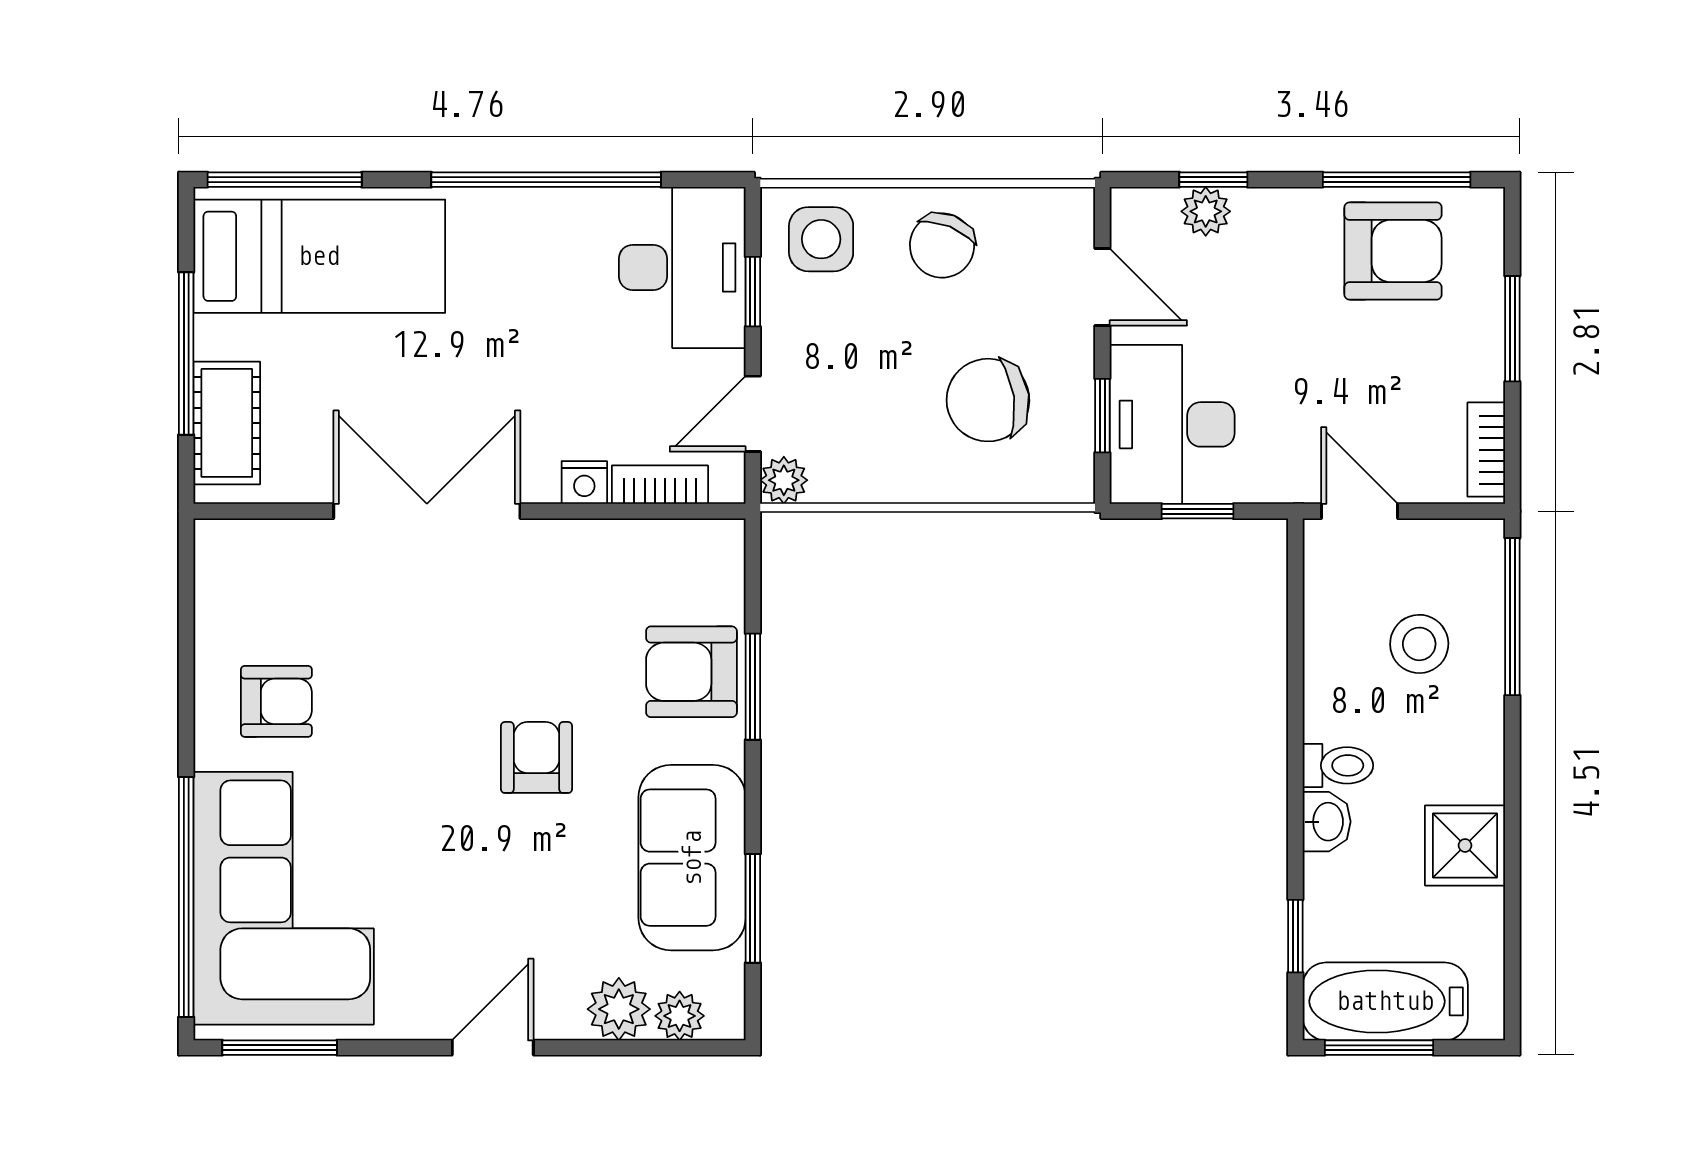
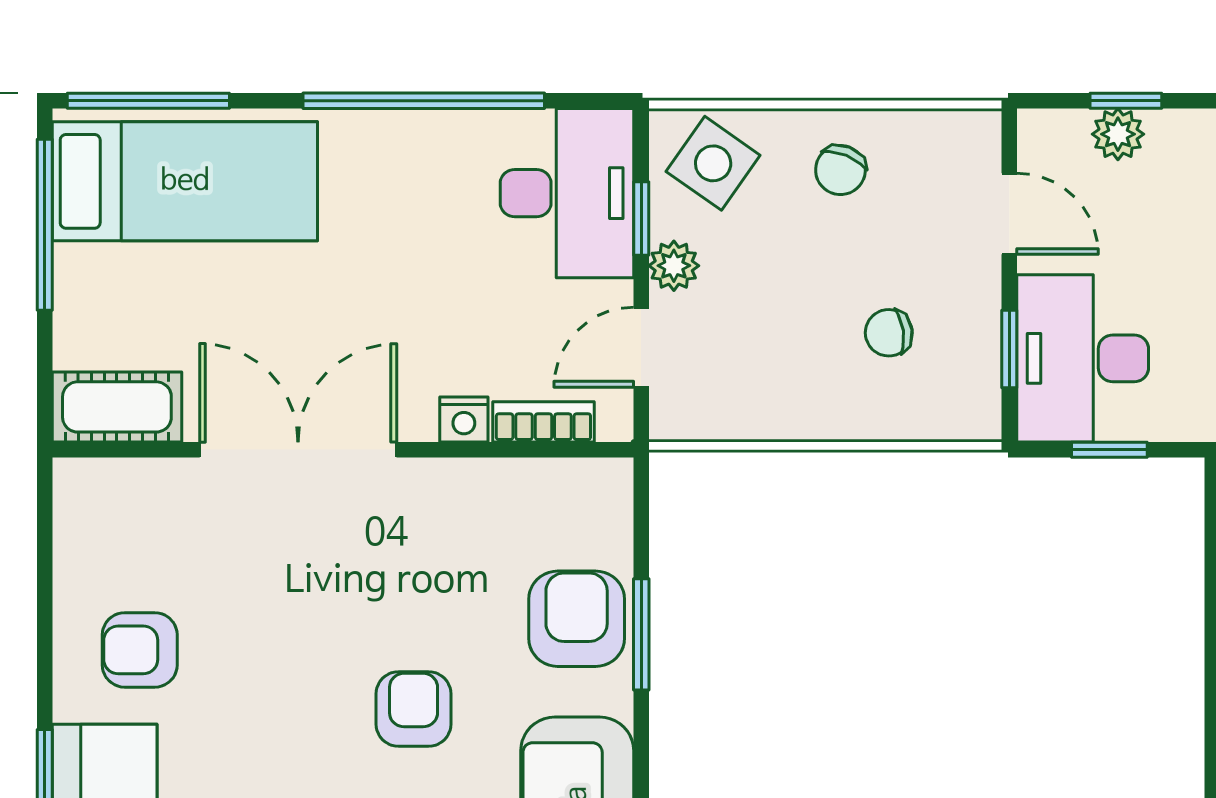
side table: (821, 239) -> (713, 163), turned 35
chair: (942, 245) -> (840, 170), width x0.73, depth x0.73
window: (186, 354) -> (45, 225), moved
chair: (988, 400) -> (889, 333), width x0.54, depth x0.54
cot: (227, 423) -> (117, 407), moved, turned 90
plant: (784, 480) -> (674, 266), moved
armchair: (691, 672) -> (577, 619), turned 90
armchair: (276, 701) -> (140, 650), turned 180

